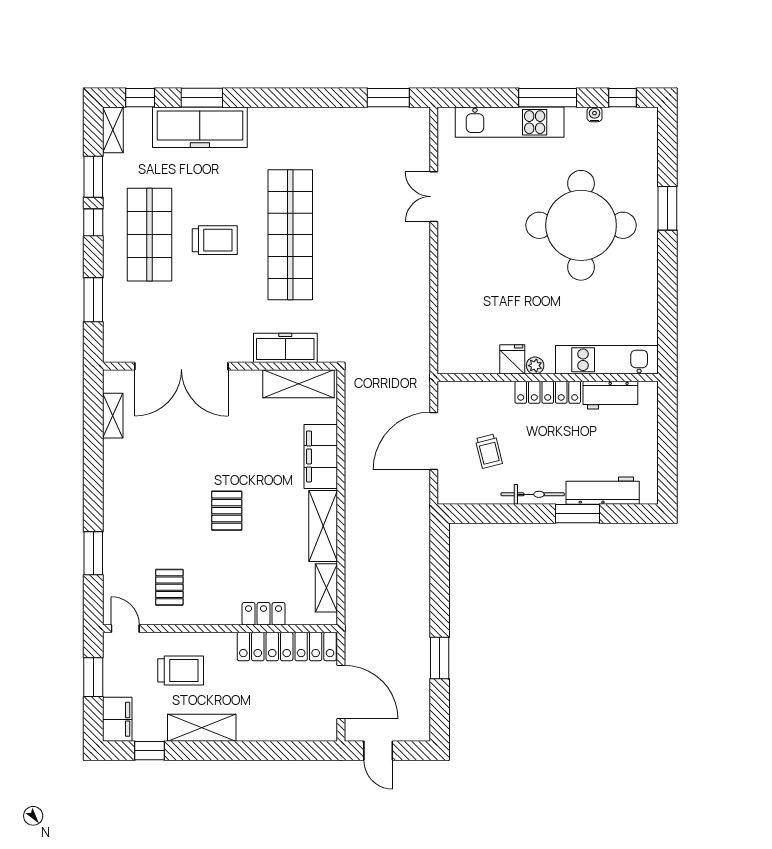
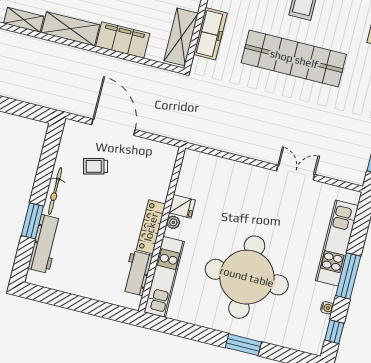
fridge: (512, 359) -> (182, 206), moved
kitchen unit: (607, 360) -> (164, 277), moved
plant: (535, 366) -> (173, 222), moved
wall: (548, 378) -> (162, 229), moved
locker: (548, 392) -> (151, 227), moved
workbench: (610, 395) -> (137, 273), moved

